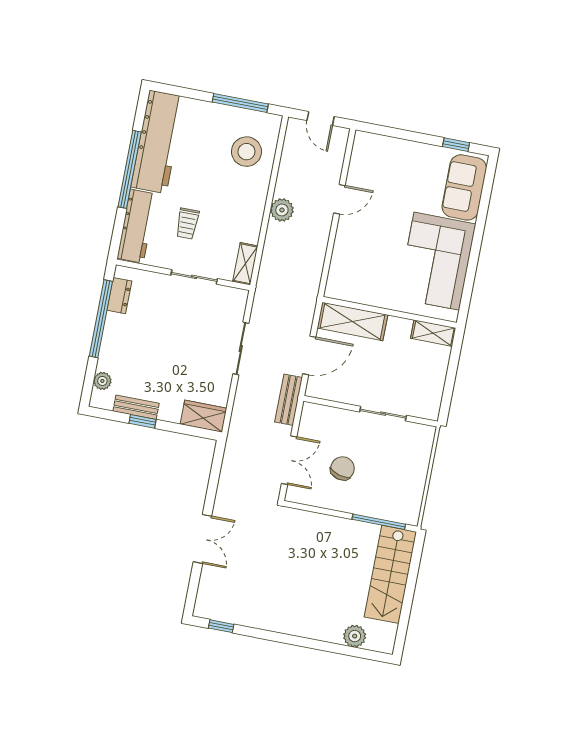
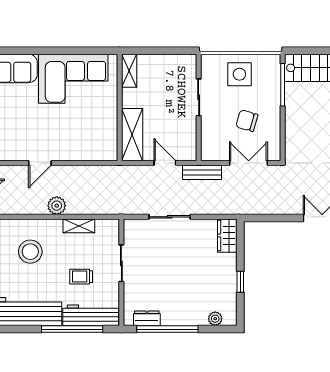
stool: (246, 152) -> (30, 252), moved
window: (130, 169) -> (72, 329), moved
door: (339, 199) -> (40, 163), swing flipped
trolley: (187, 224) -> (81, 277), turned 180
shelving: (245, 264) -> (79, 226), moved
door: (309, 355) -> (165, 163), width x0.73
bench: (136, 407) -> (230, 289), removed
side table: (402, 470) -> (239, 74), added

